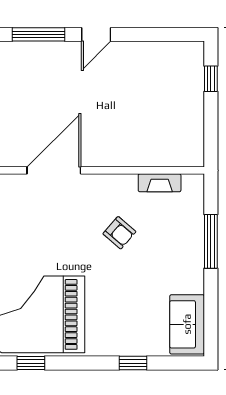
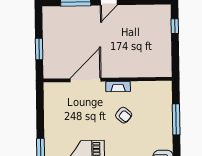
fireplace: (160, 183) -> (118, 87), moved

